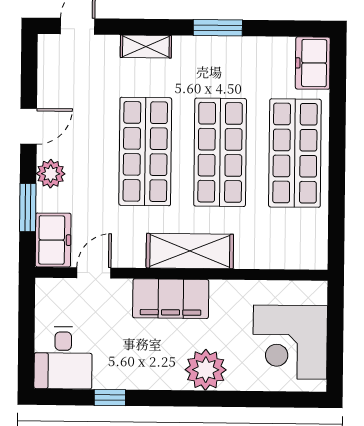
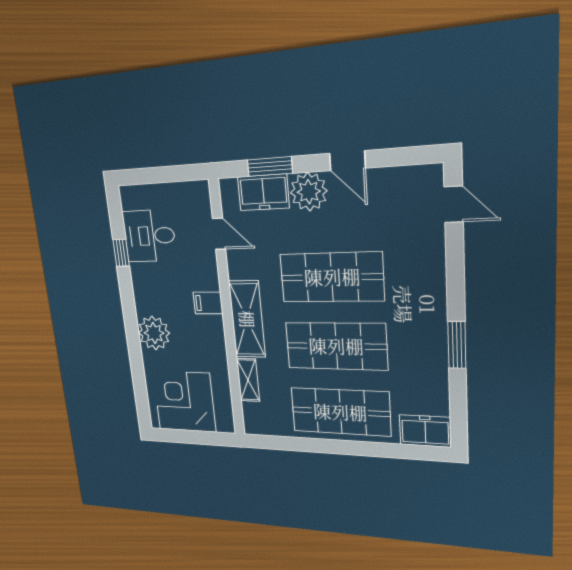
shelving: (146, 47) -> (248, 380), moved
plant: (51, 174) -> (309, 192), width x1.36, depth x1.36
freezer: (53, 240) -> (263, 192), moved
filing cabinet: (171, 299) -> (208, 303), width x0.33, depth x0.86
desk: (63, 358) -> (149, 236), moved

